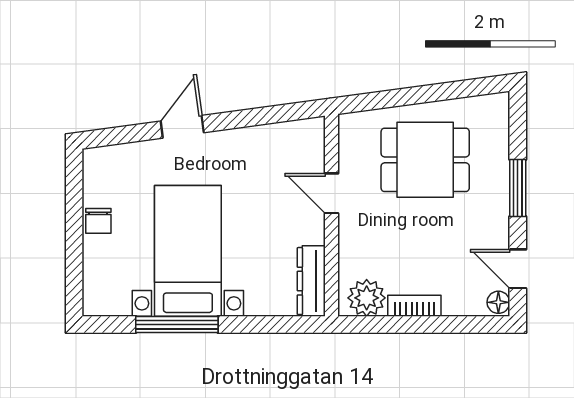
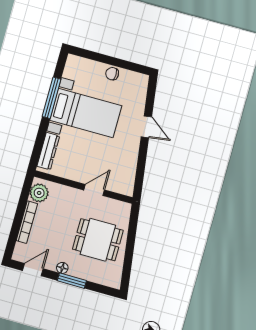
dining table: (425, 160) -> (98, 240), turned 90
dresser: (311, 281) -> (48, 151), moved, turned 90
floor lamp: (498, 302) -> (62, 268), moved
bookcase: (414, 306) -> (27, 222), width x1.56

